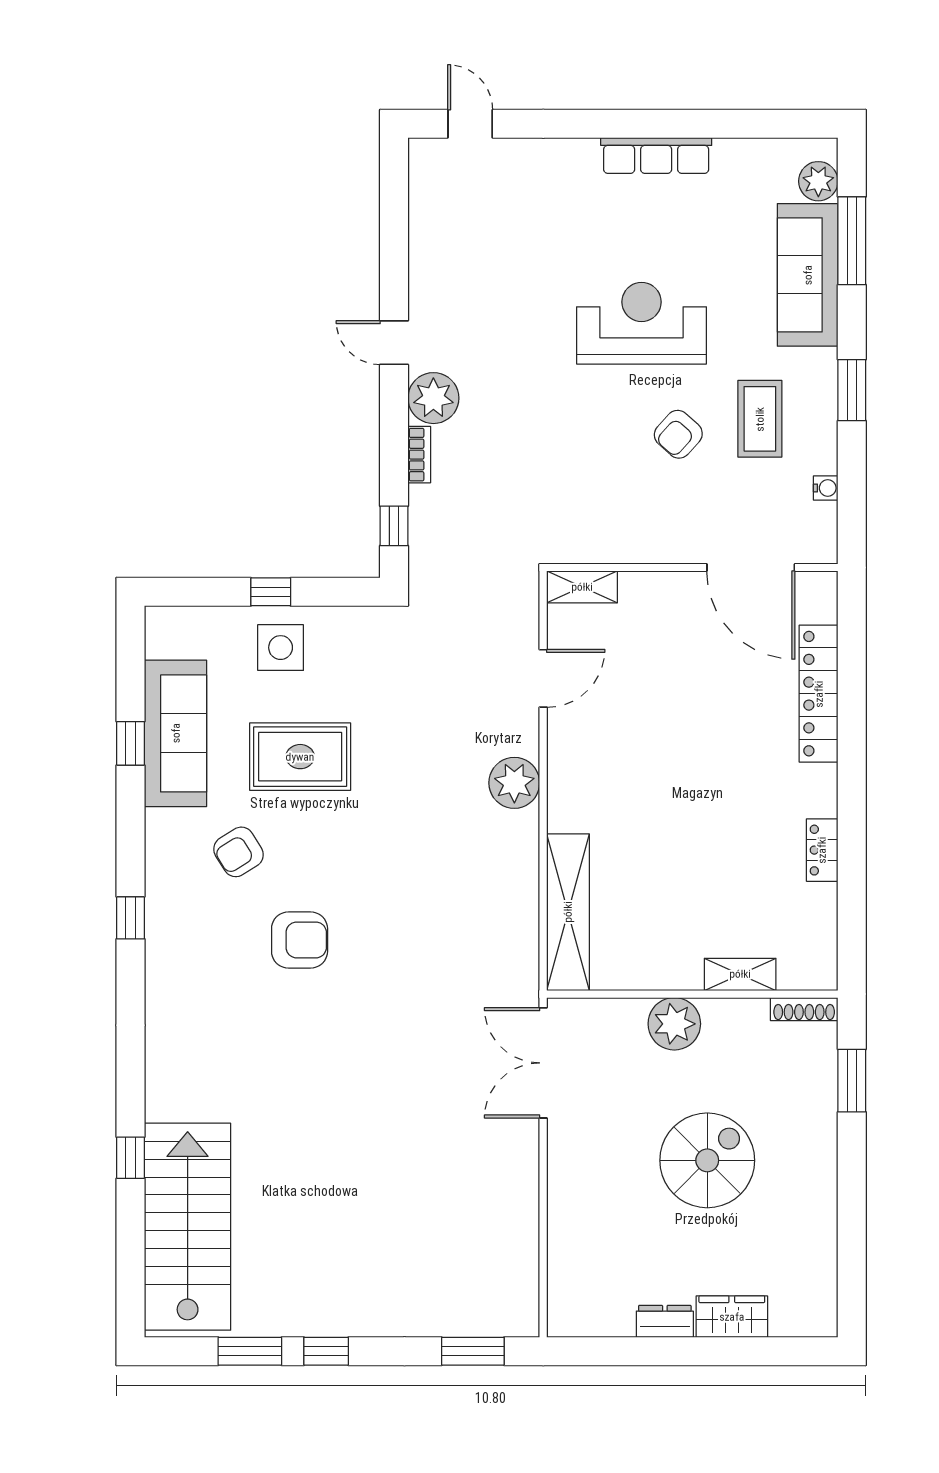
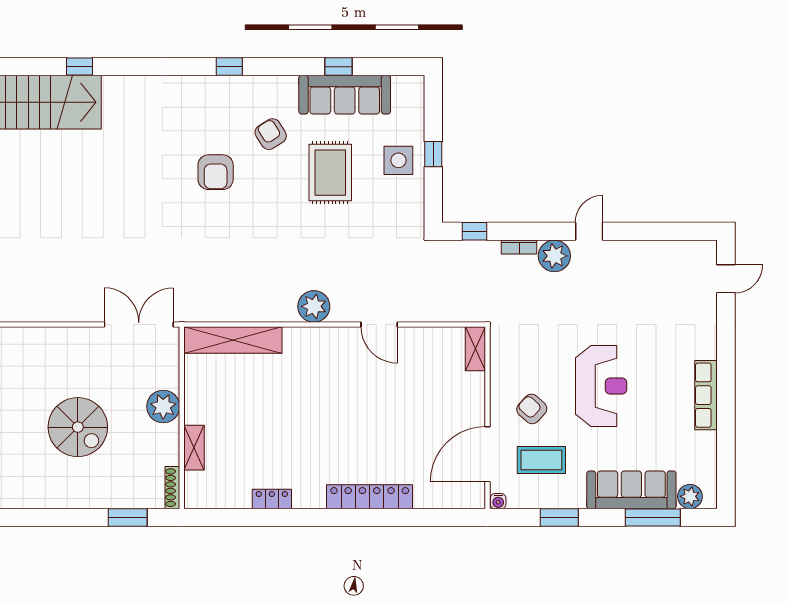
wall: (692, 568) -> (487, 418), moved
door: (751, 568) -> (487, 454), moved
shelving: (582, 587) -> (475, 349), moved

